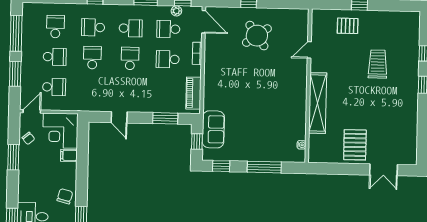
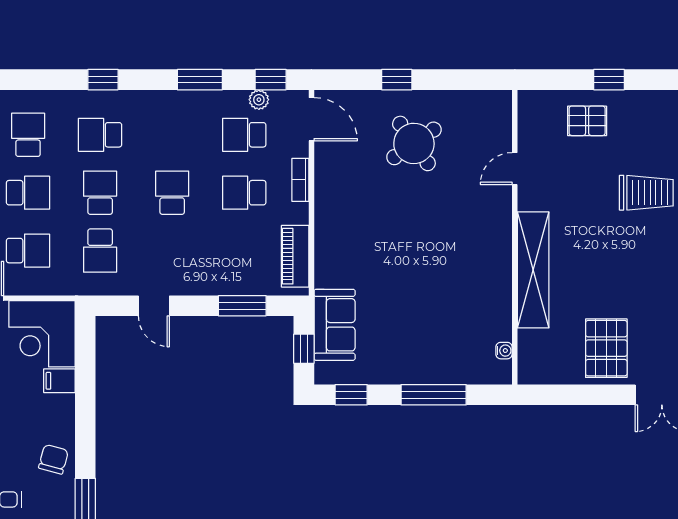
school desk: (131, 28) -> (100, 251), moved, turned 90
trolley: (378, 64) -> (646, 193), turned 90

